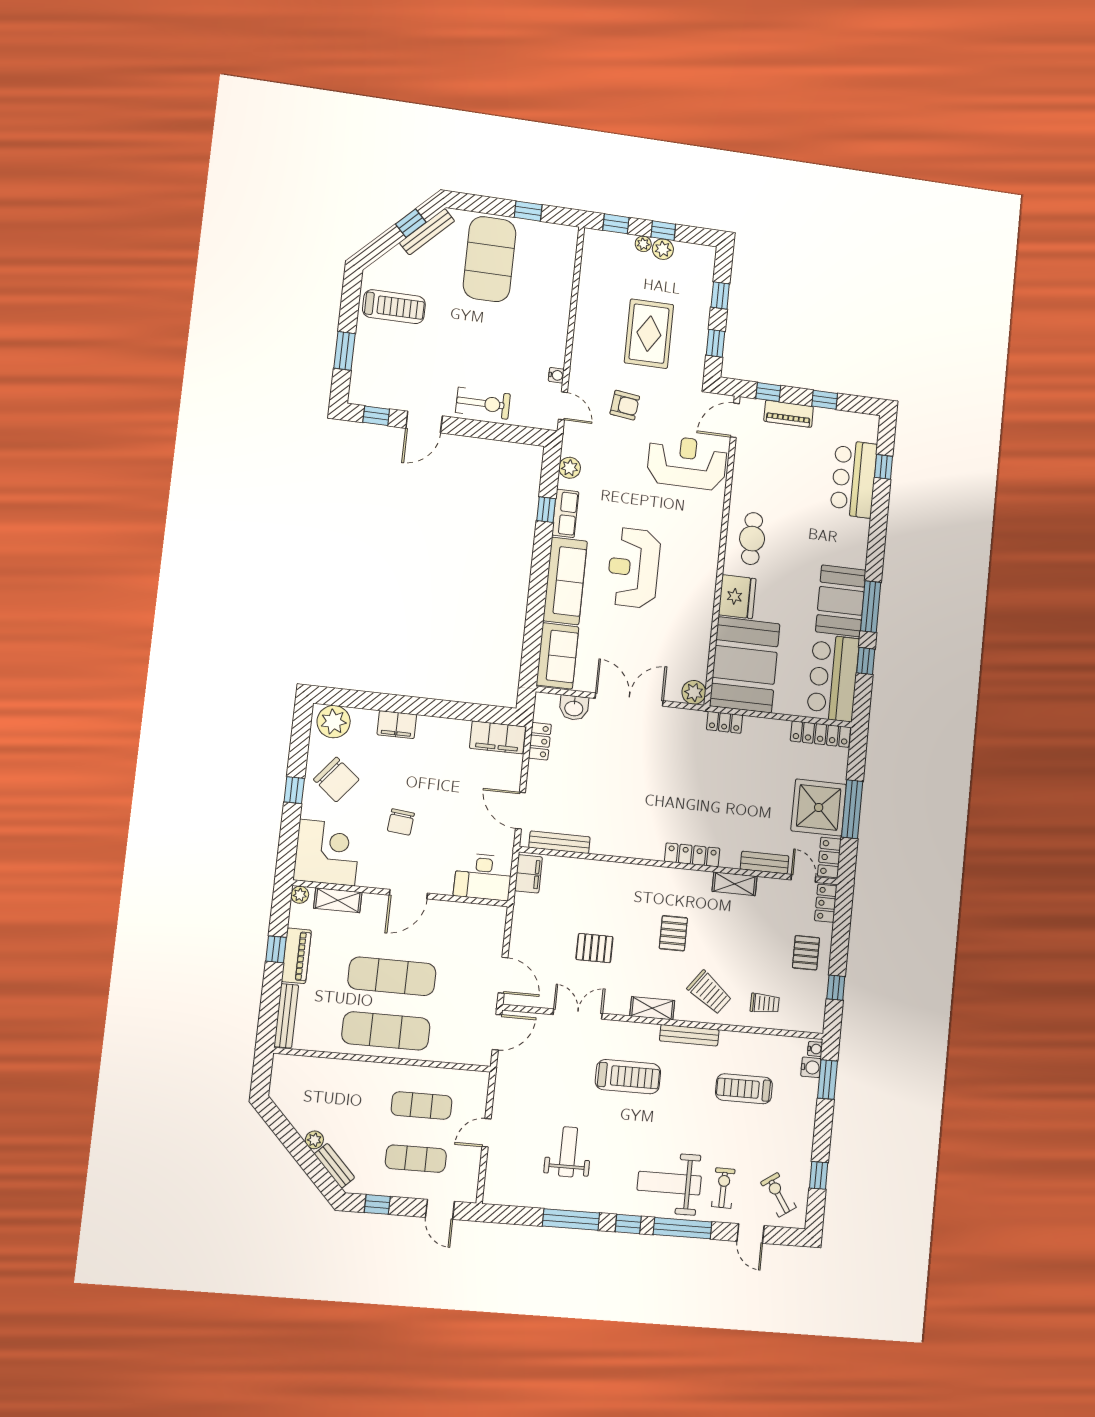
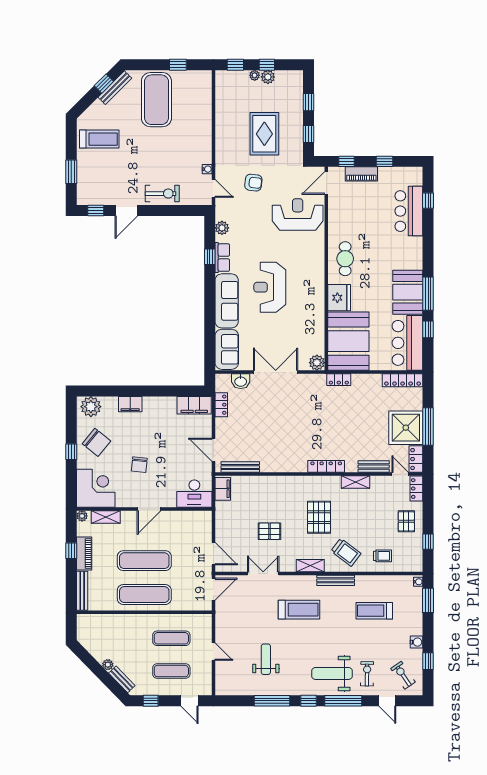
pallet: (673, 933) -> (319, 517), width x1.50, depth x1.42
water cooler: (811, 1067) -> (417, 642), moved
door: (487, 1133) -> (213, 652), swing flipped

